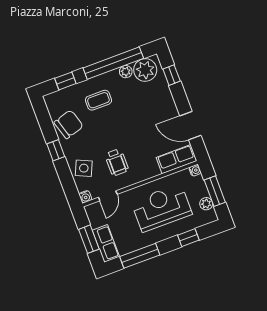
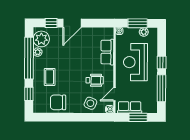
chair: (69, 124) -> (58, 102), turned -73
door: (190, 126) -> (72, 23), moved
window: (56, 150) -> (72, 117), removed
row of seats: (177, 159) -> (107, 52), moved
door: (108, 196) -> (114, 94), swing flipped
window: (188, 238) -> (162, 63), moved
row of seats: (106, 244) -> (130, 107), moved

